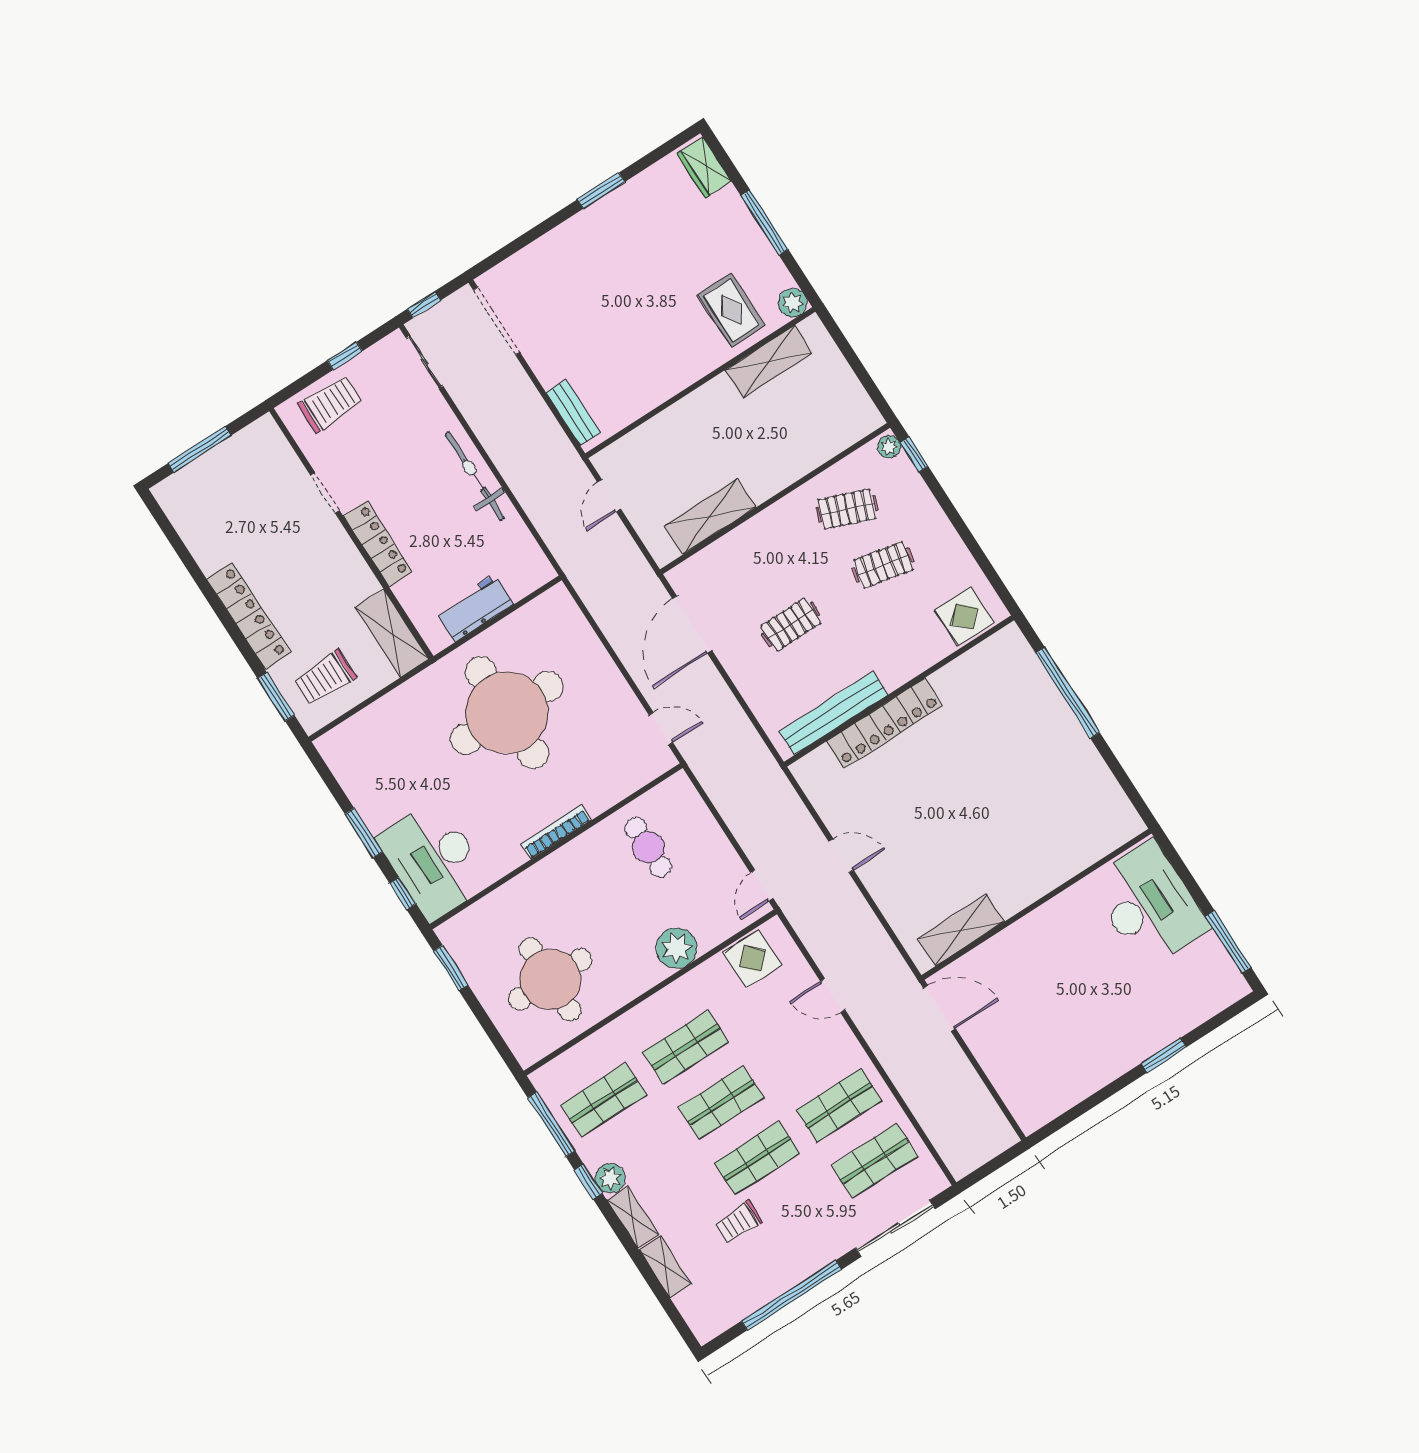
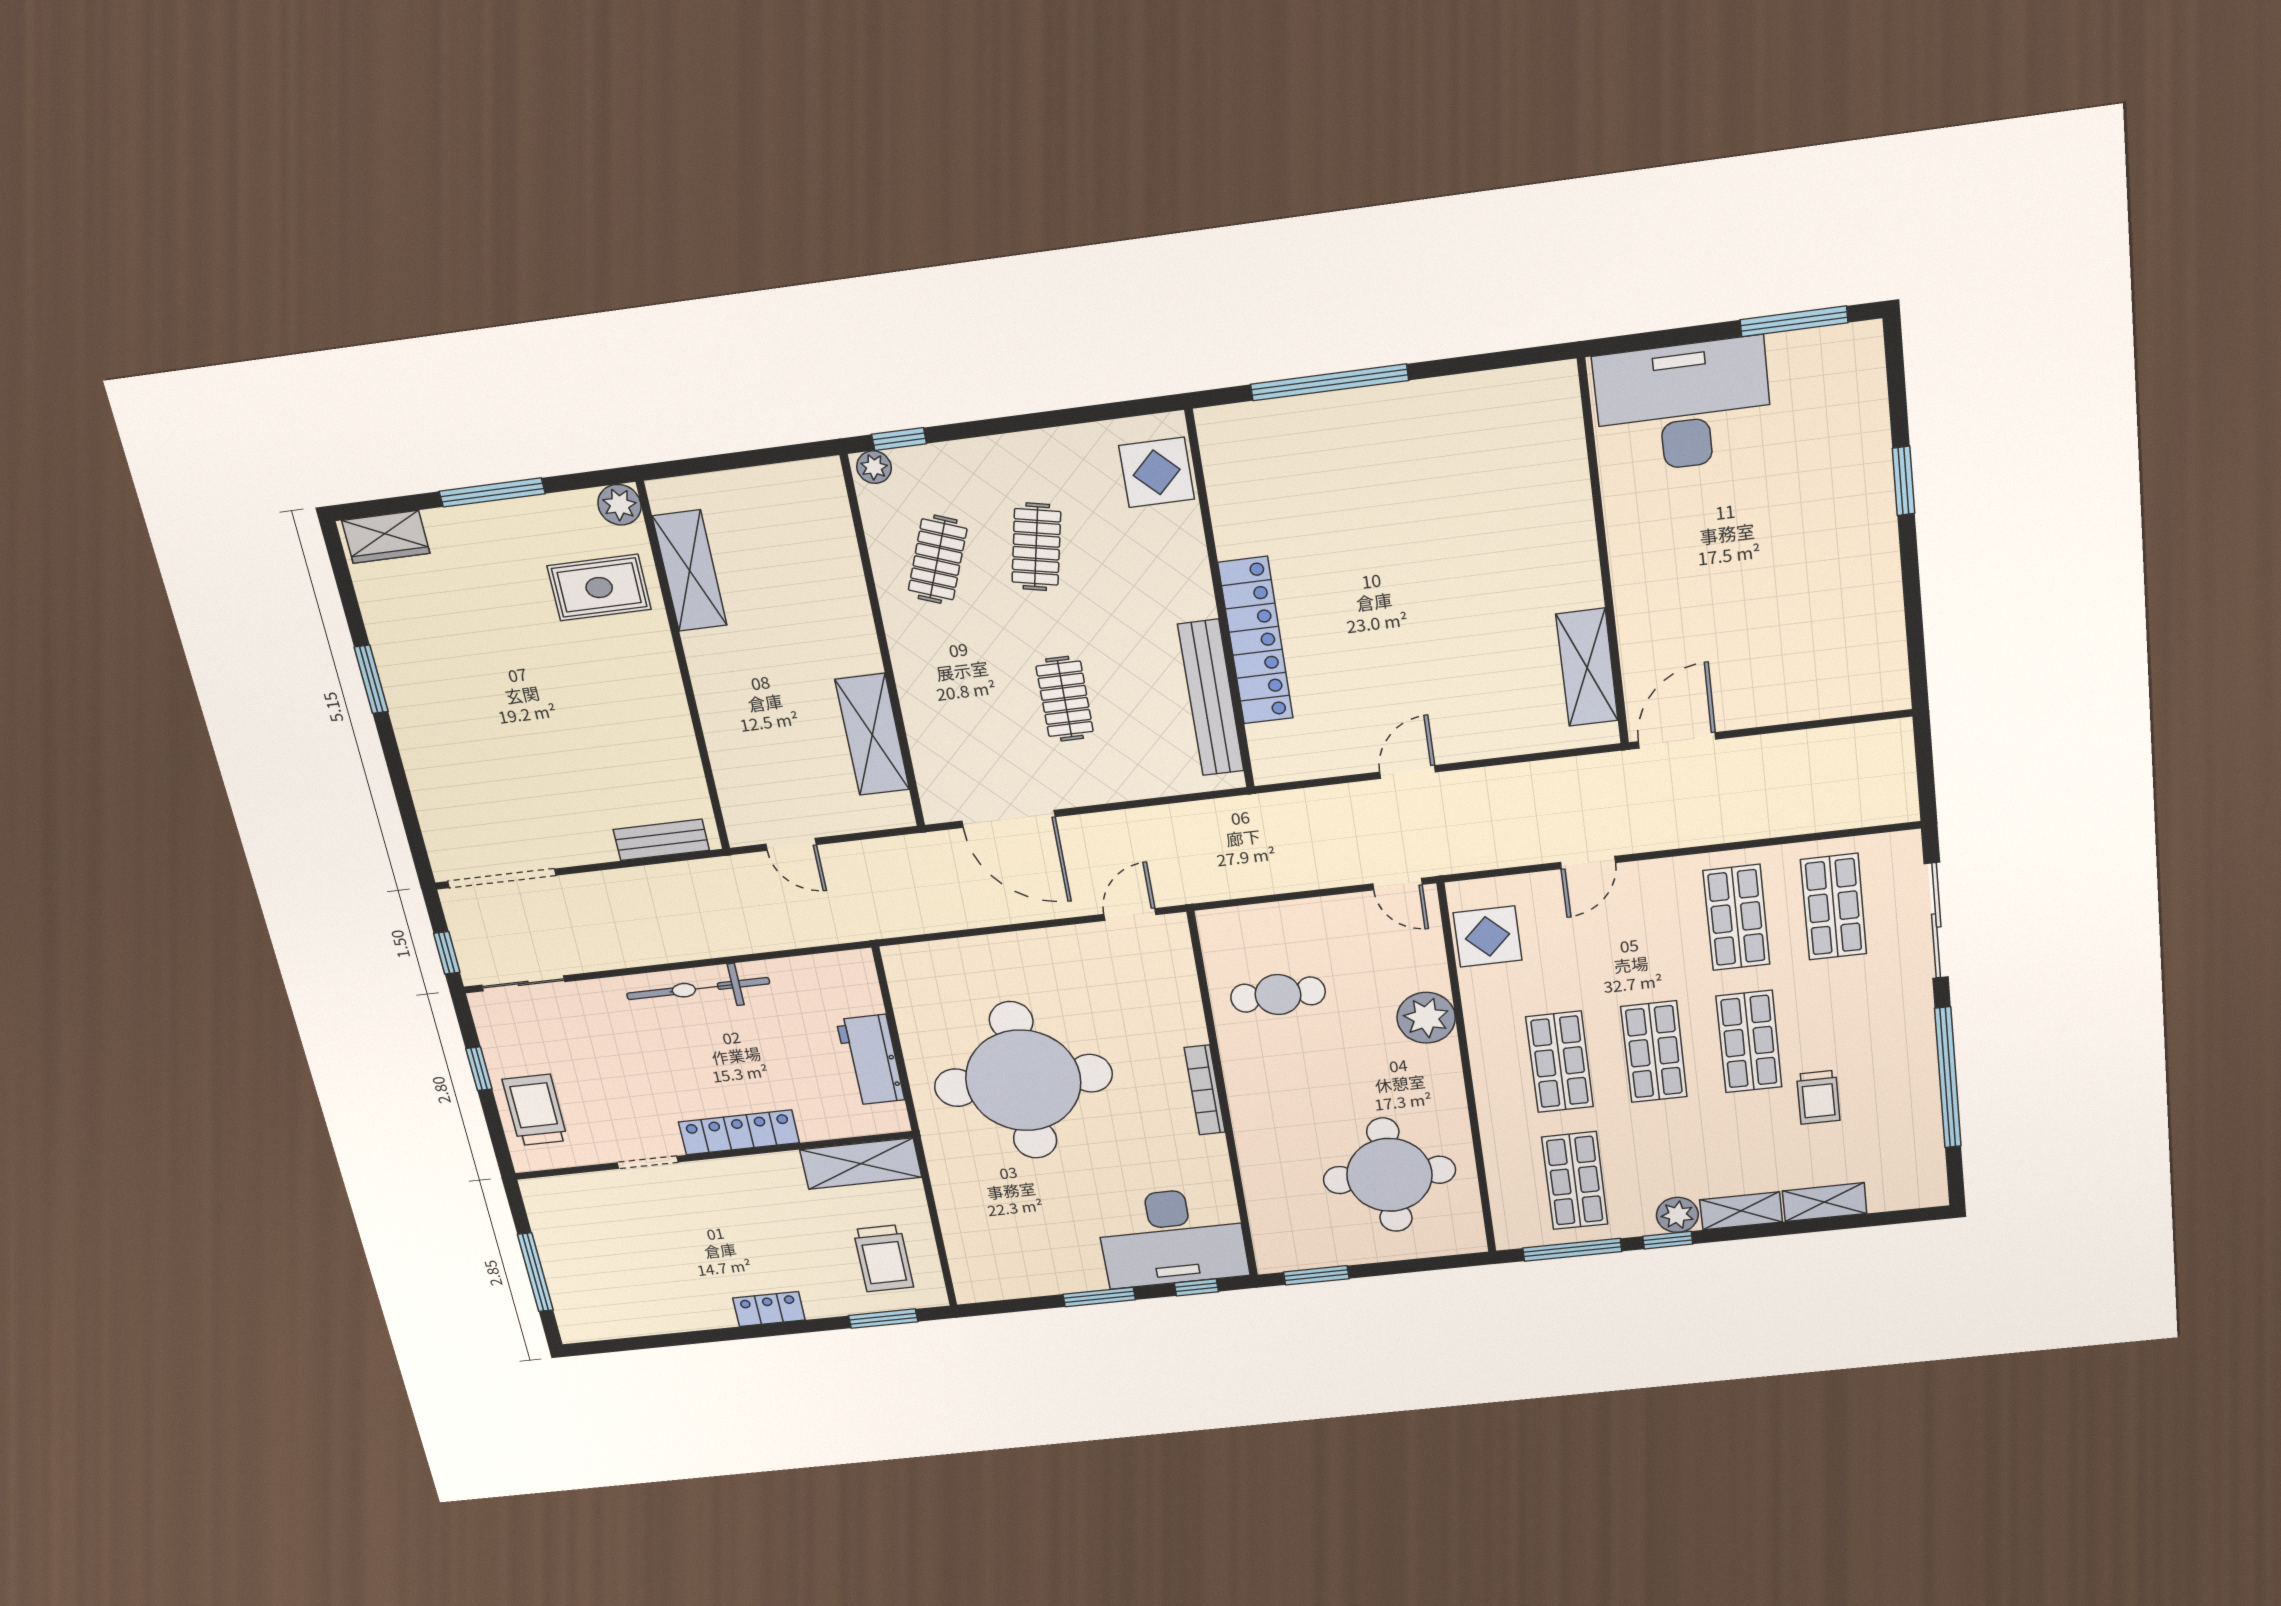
locker: (248, 616) -> (769, 1309), width x0.46, depth x0.83

